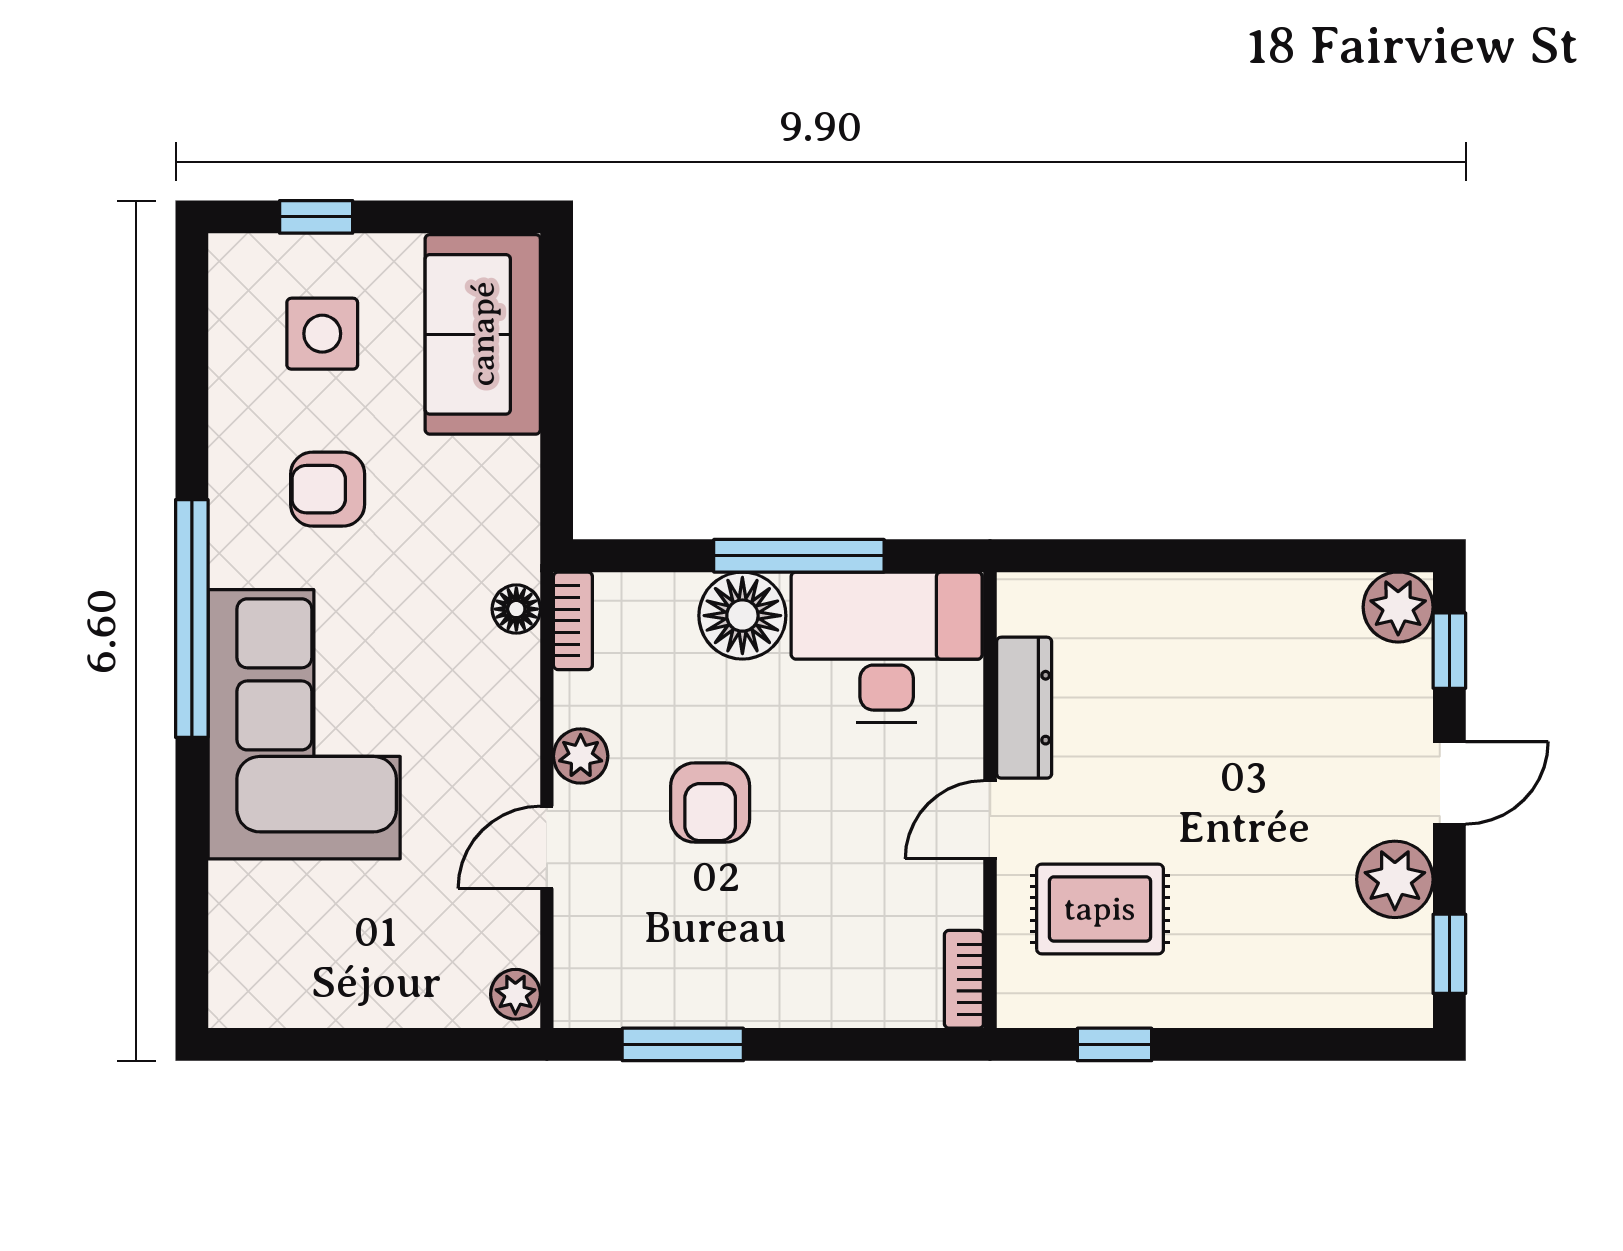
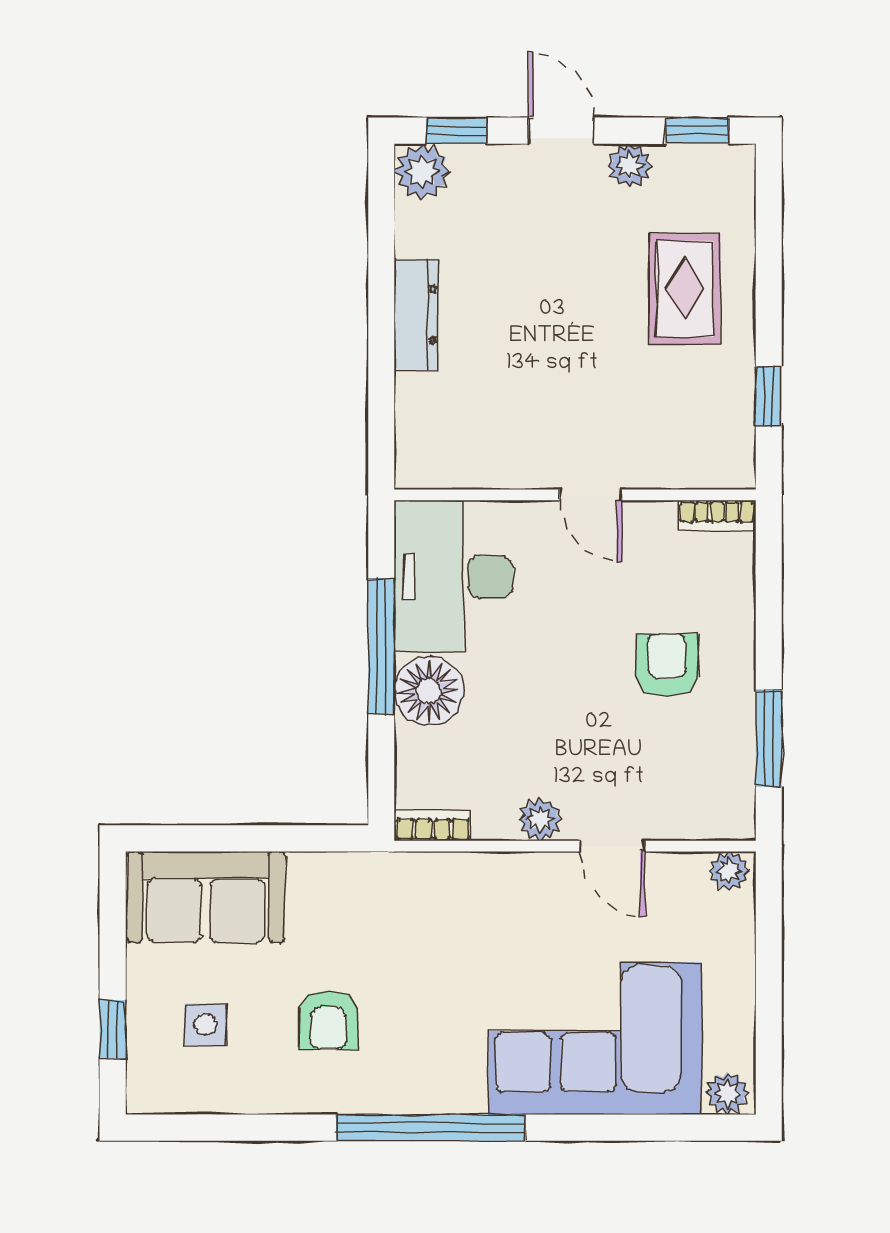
side table: (322, 334) -> (205, 1024), width x0.73, depth x0.73
floor lamp: (516, 609) -> (423, 870), removed
dresser: (1024, 708) -> (416, 315), moved, turned 90
corner sofa: (304, 724) -> (595, 1039), moved
armchair: (710, 803) -> (667, 665), moved, turned -90
plant: (1395, 879) -> (630, 166), width x0.73, depth x0.73
rug: (1100, 909) -> (685, 289), moved
plant: (235, 992) -> (727, 1093), added

